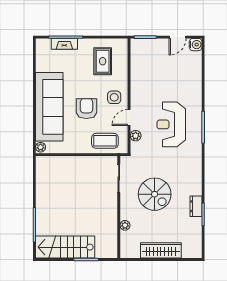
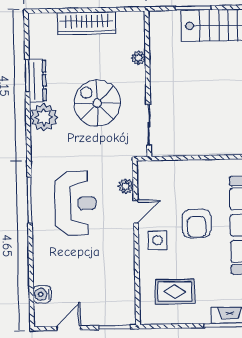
water cooler: (196, 45) -> (42, 294), moved
rug: (103, 61) -> (175, 292), turned 90
coffee table: (105, 141) -> (169, 178), removed
plant: (192, 185) -> (44, 117), added
dresser: (196, 206) -> (38, 81), width x1.44

